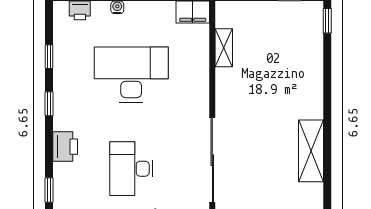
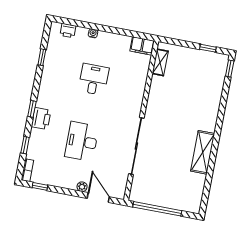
shelving: (224, 48) -> (160, 62), moved
desk: (131, 75) -> (94, 79), width x0.53, depth x0.77
window: (49, 104) -> (32, 109), moved

